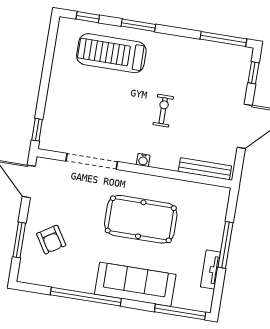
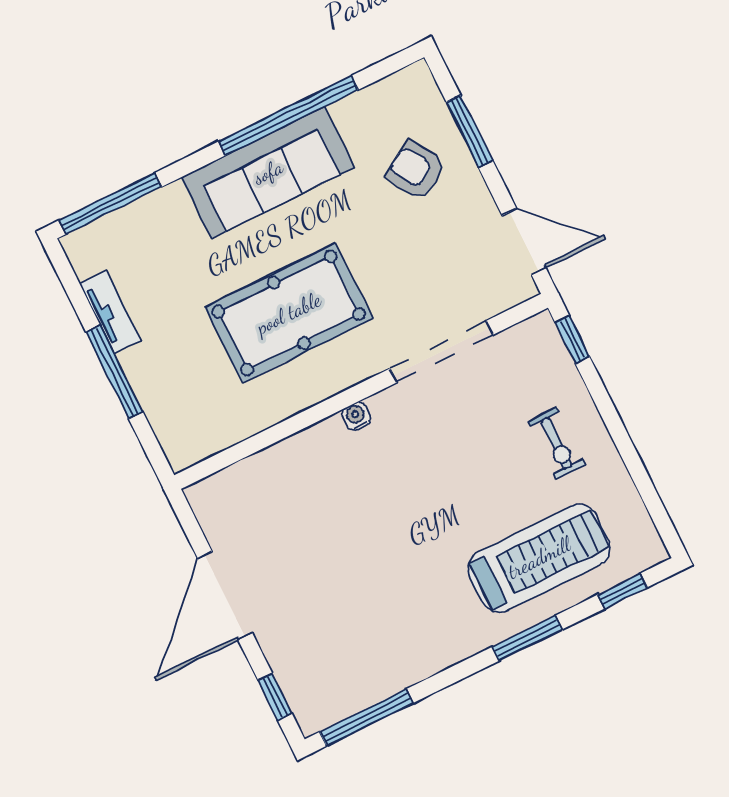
exercise bike: (163, 111) -> (557, 443), moved
bench: (205, 169) -> (241, 476), removed
sofa: (135, 284) -> (268, 172), moved

